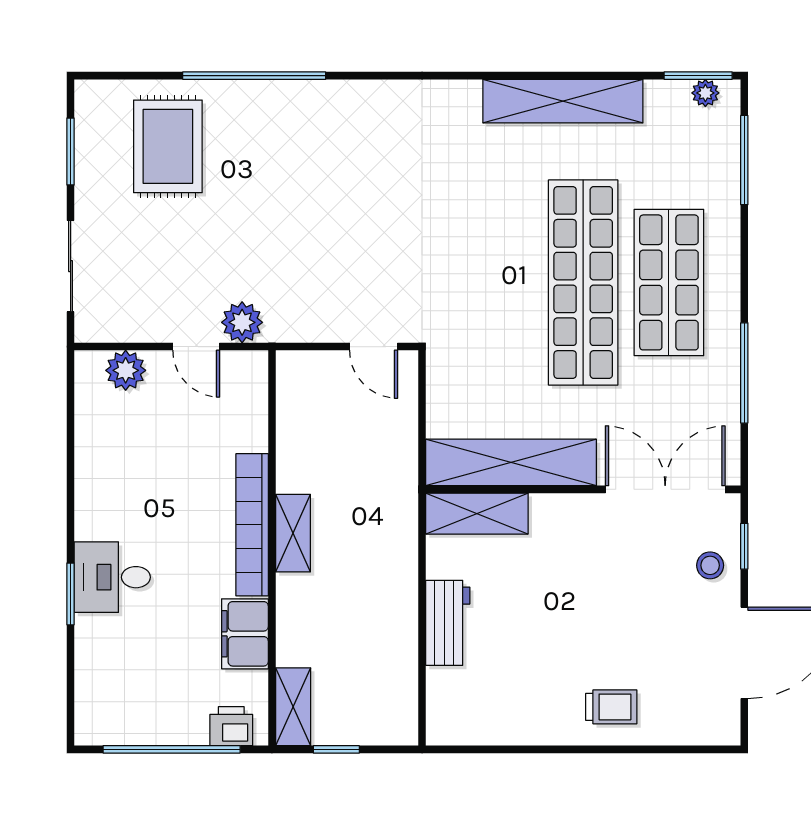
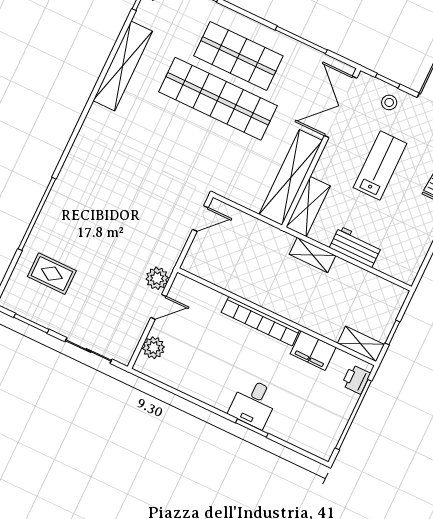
rug: (168, 146) -> (52, 274), width x0.73, depth x0.70
shelving: (293, 533) -> (313, 255), moved
lab bench: (600, 600) -> (380, 165), added

